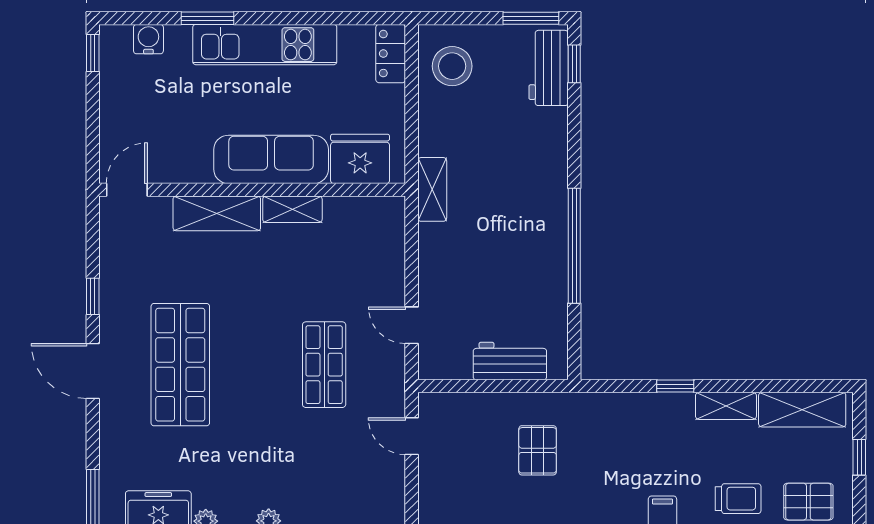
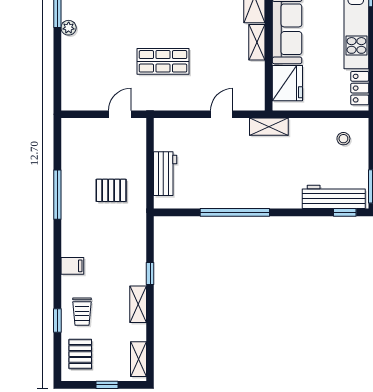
locker: (391, 54) -> (360, 88), moved, turned -90
stool: (452, 66) -> (343, 139), width x0.53, depth x0.53
workbench: (549, 68) -> (334, 197), width x1.38
door: (412, 325) -> (222, 114), moved
shelving: (802, 410) -> (138, 359), width x0.67, depth x0.75

